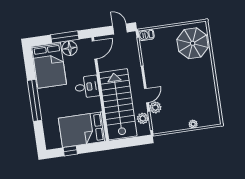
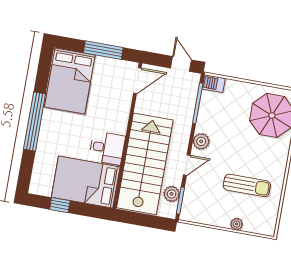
floor lamp: (70, 48) -> (105, 67), removed
desk: (87, 87) -> (107, 148), moved
sun lounger: (191, 96) -> (247, 185), added
plant: (155, 108) -> (201, 141), moved

